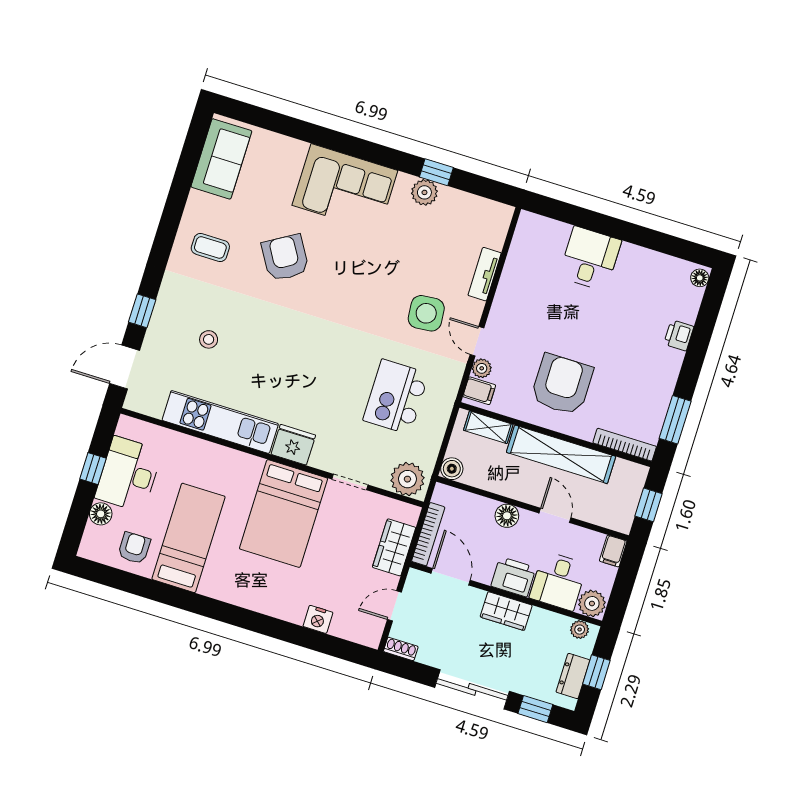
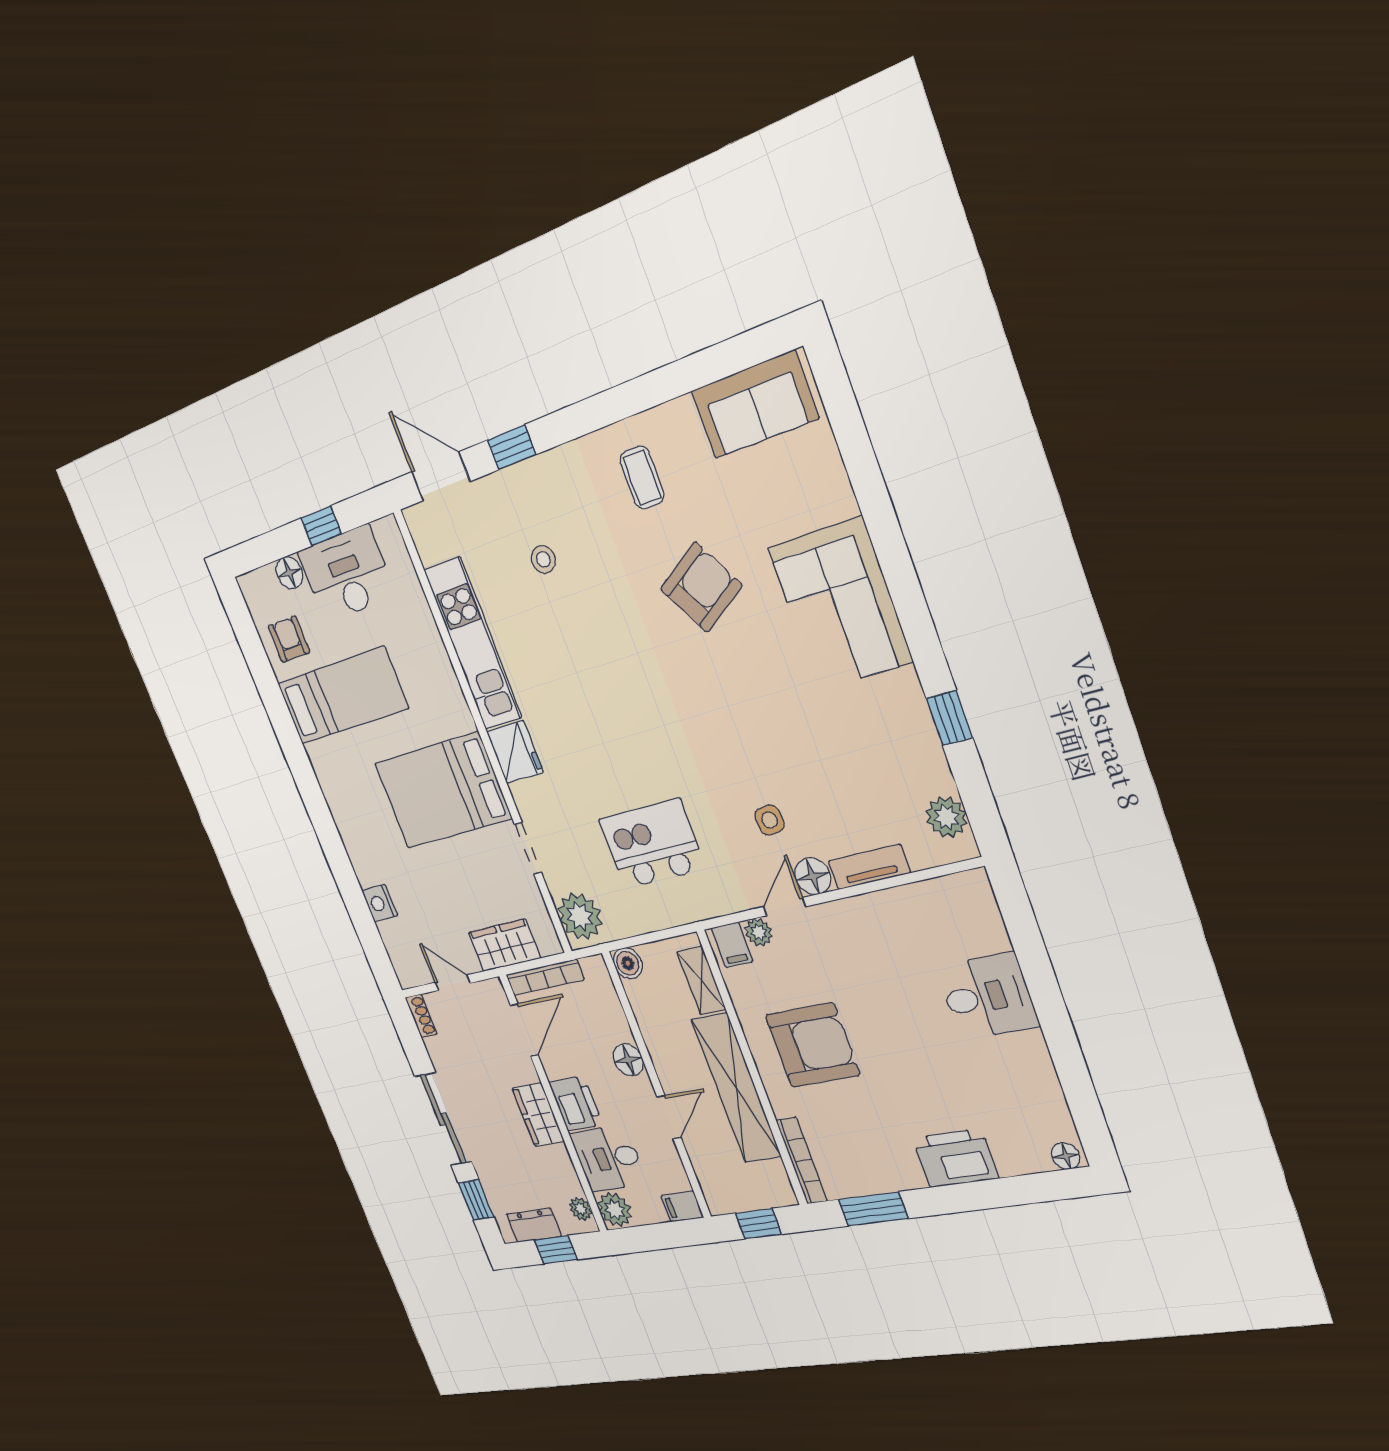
plant: (424, 192) -> (946, 817), moved
floor lamp: (471, 311) -> (813, 876), added
side table: (426, 313) -> (769, 820), width x0.54, depth x0.54
printer: (679, 335) -> (955, 1158), width x1.87, depth x1.48
armchair: (134, 548) -> (289, 639), turned -90

